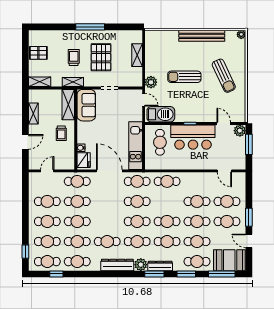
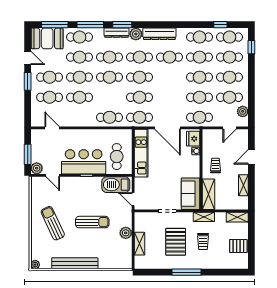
plant: (151, 82) -> (126, 233), moved
plant: (34, 187) -> (243, 111), added
window: (186, 274) -> (90, 25), width x1.44

